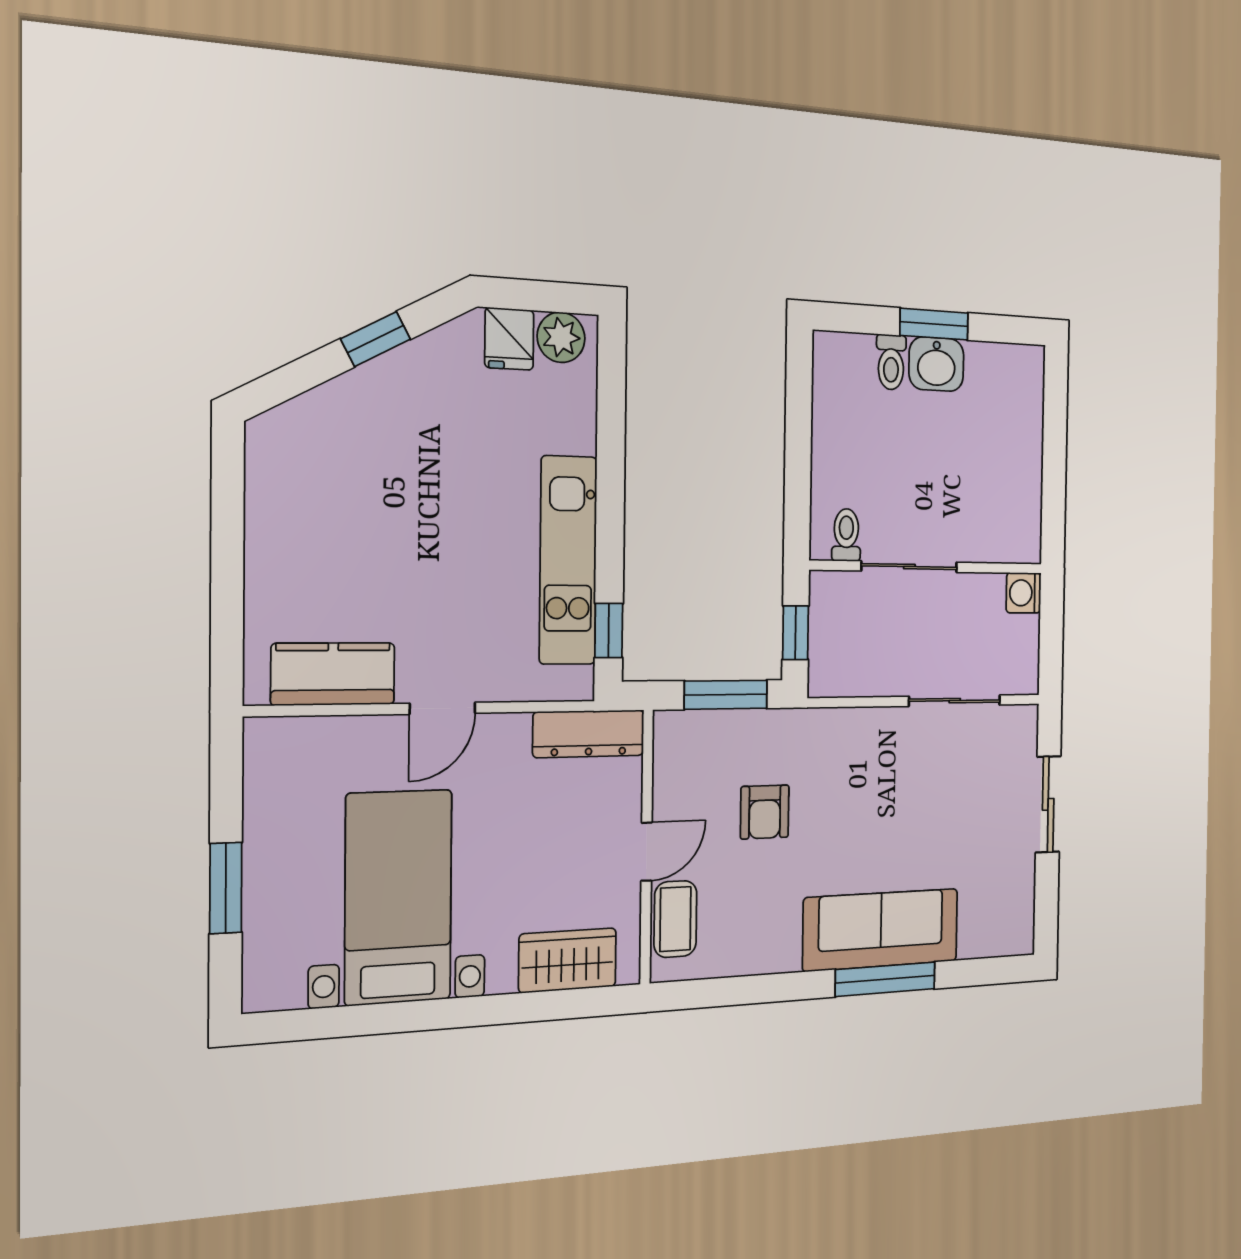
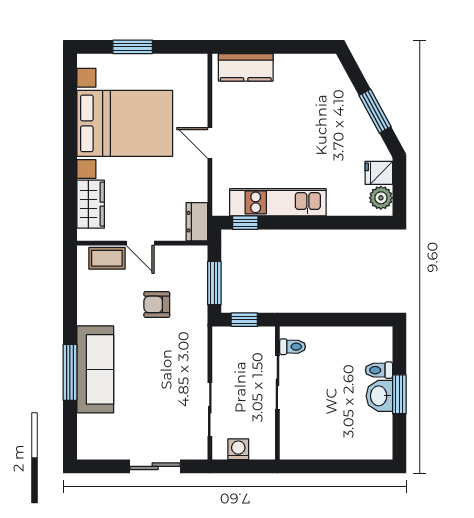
window: (376, 339) -> (375, 111), width x1.50
washing machine: (1024, 593) -> (238, 449), moved
kitchen counter: (333, 674) -> (246, 67), moved, turned 90
dresser: (589, 734) -> (197, 222), width x0.70
bed with nightstands: (398, 897) -> (125, 123), width x1.36

